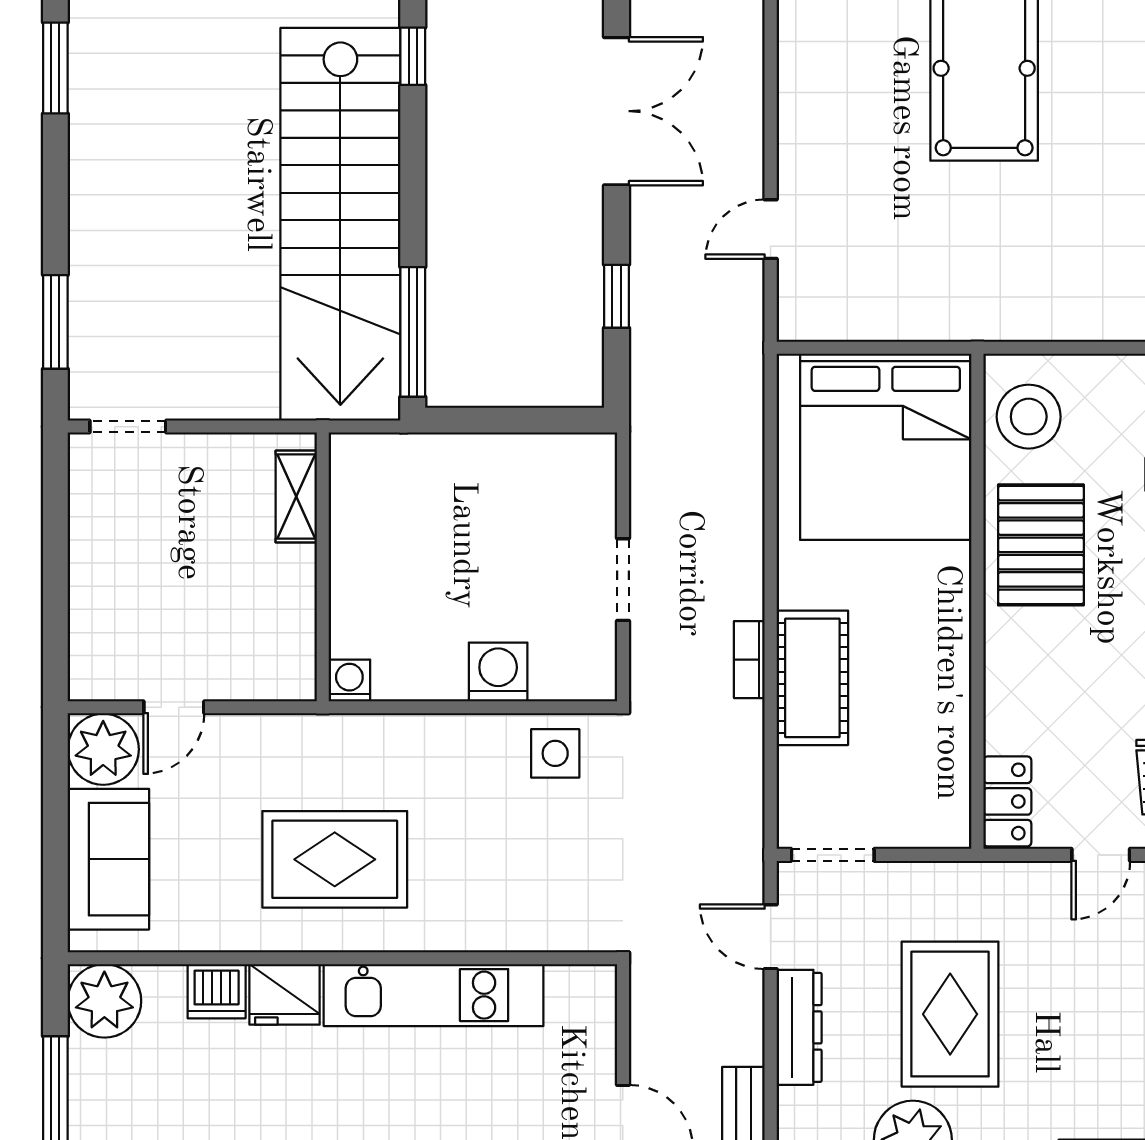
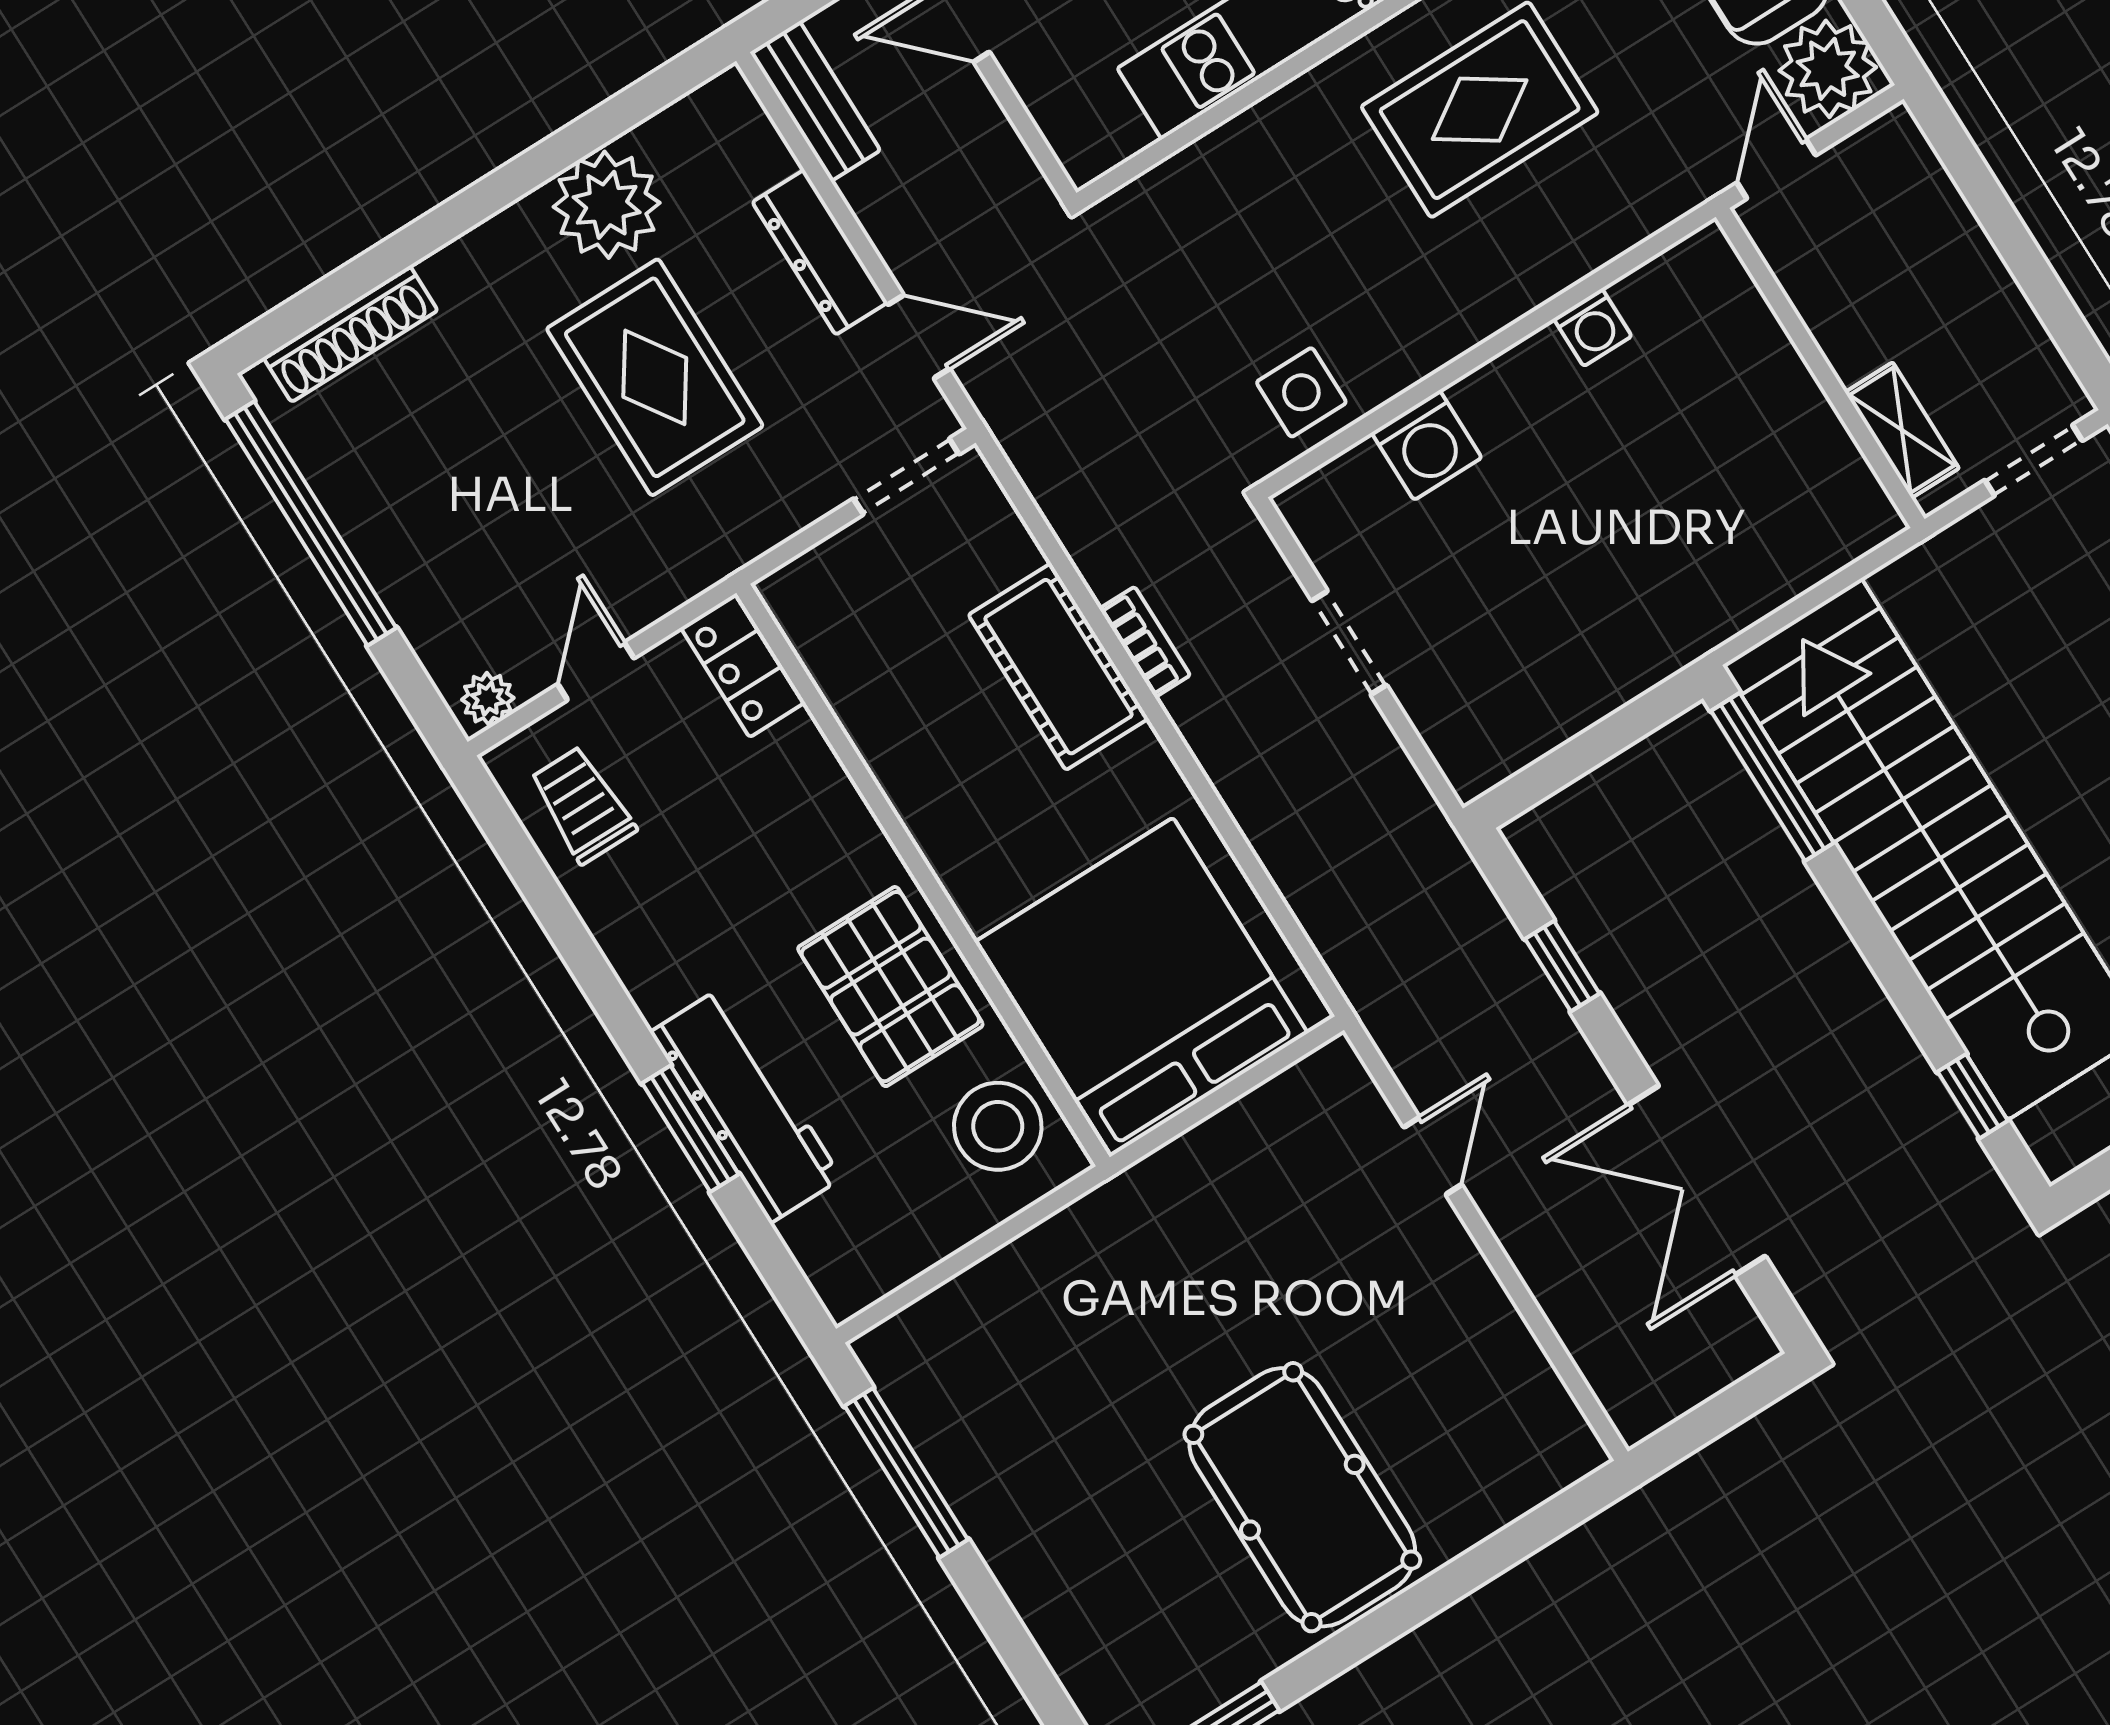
shelving: (296, 496) -> (1902, 430), moved
wall: (323, 567) -> (1820, 368), moved

